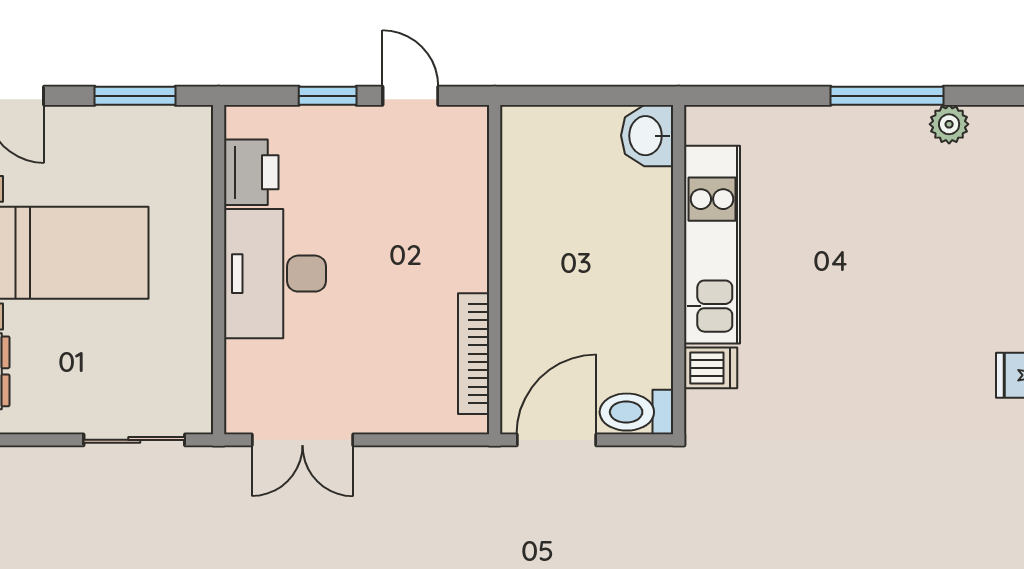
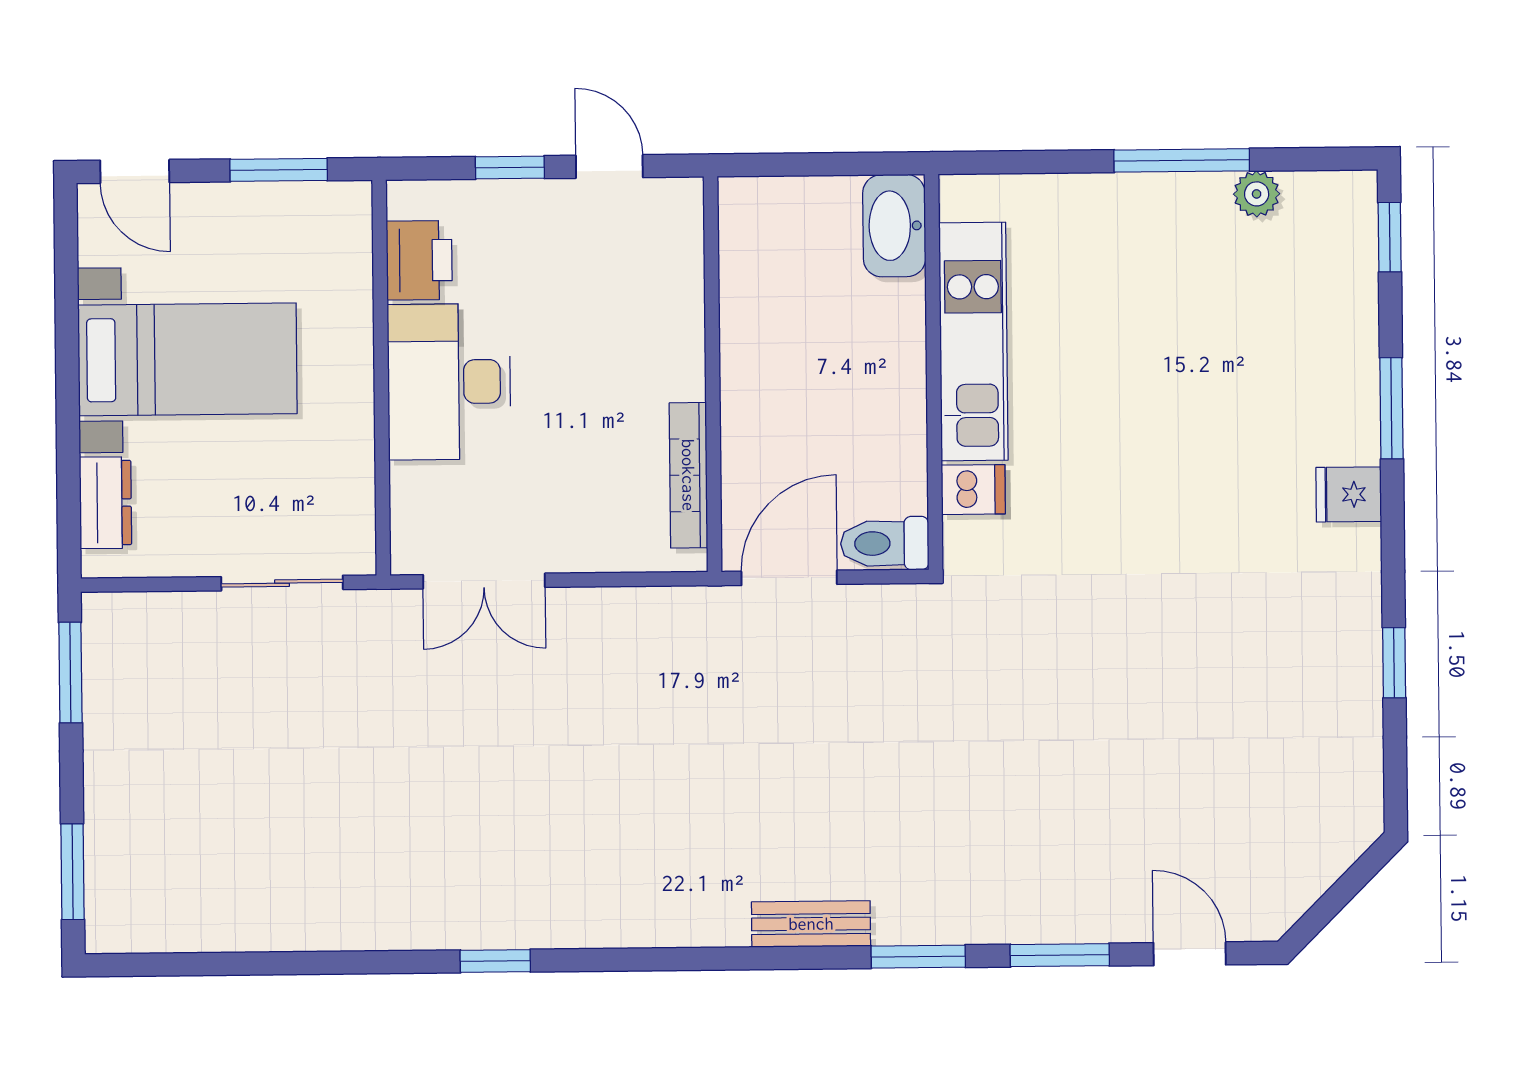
washbasin: (647, 136) -> (894, 226), width x1.38

